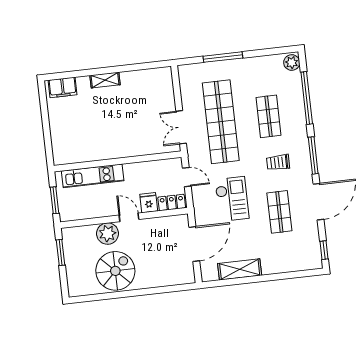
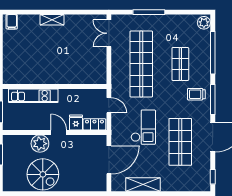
filing cabinet: (63, 87) -> (12, 22), width x0.50
double door: (181, 127) -> (109, 33), moved
trolley: (278, 162) -> (196, 94), moved
shop shelf: (279, 212) -> (180, 142), width x1.43, depth x1.36
spiral stairs: (115, 271) -> (43, 174), turned 90

